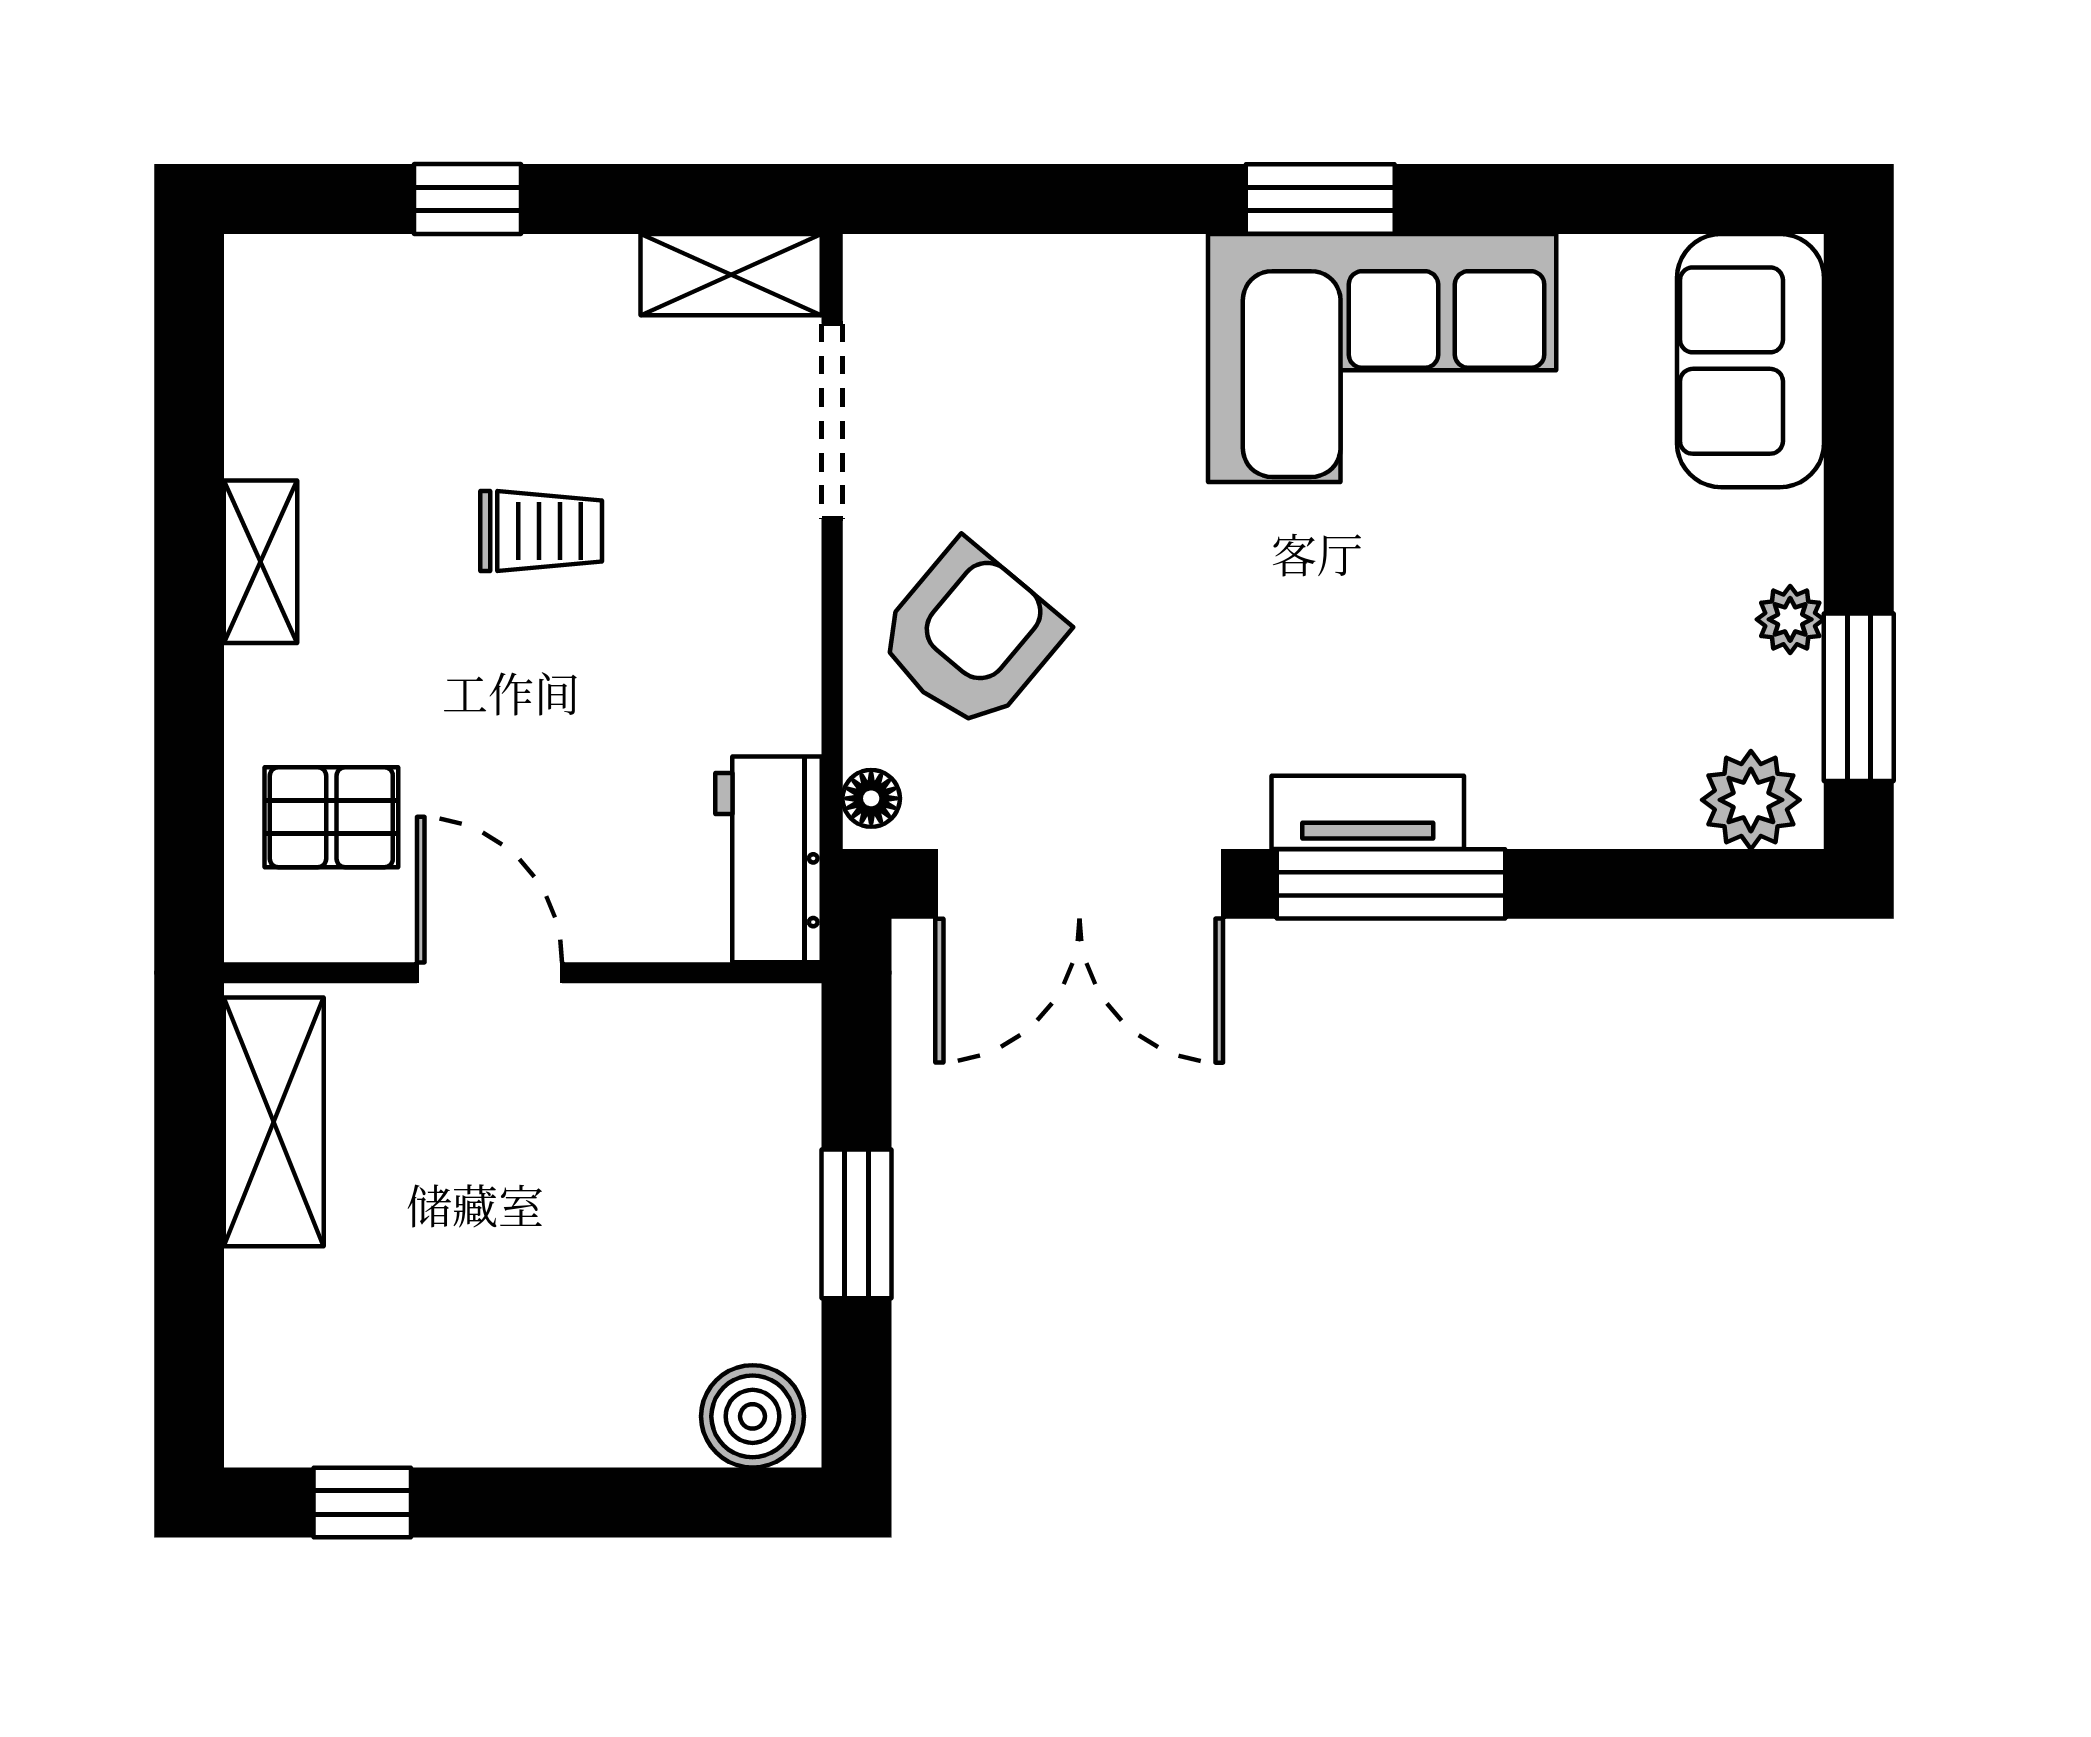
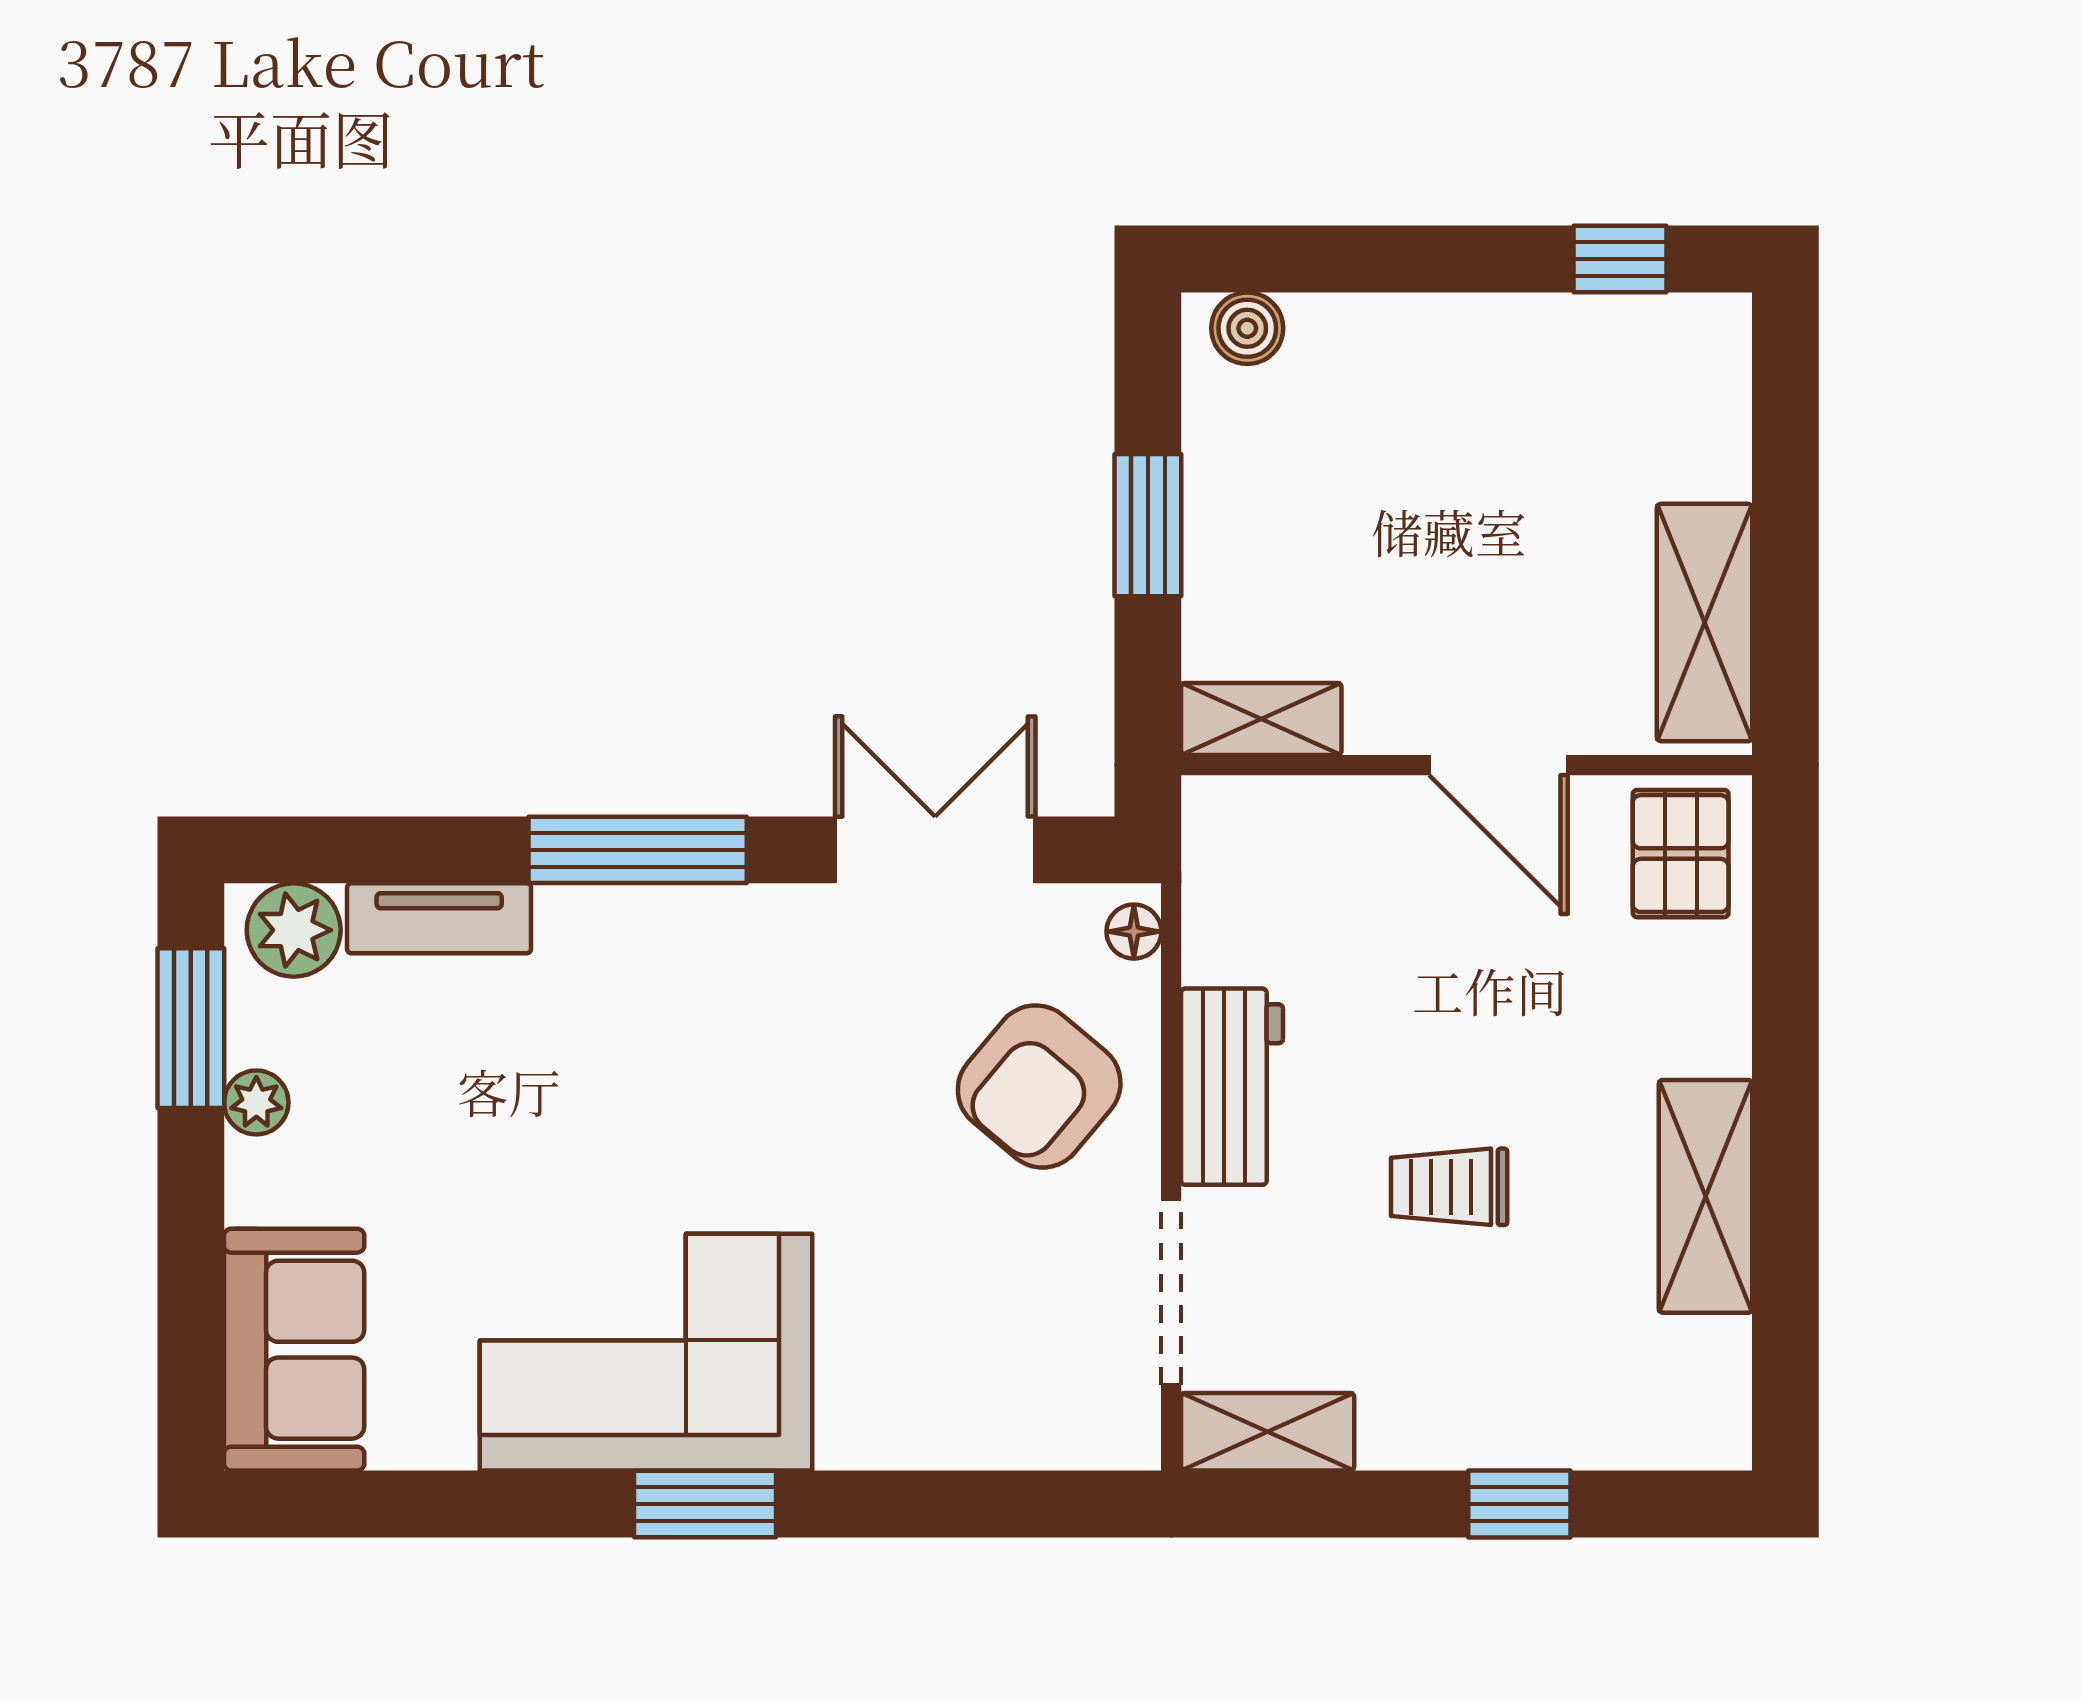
shelving: (261, 562) -> (1705, 1196), width x1.50, depth x1.33
tv unit: (1368, 812) -> (439, 918), moved
pallet: (331, 817) -> (1681, 854), moved, turned 90
workbench: (769, 859) -> (1232, 1087), moved
double door: (1079, 884) -> (935, 850), width x0.73
shelving: (738, 1021) -> (1261, 719), added
boiler: (753, 1416) -> (1247, 328), width x0.73, depth x0.73

